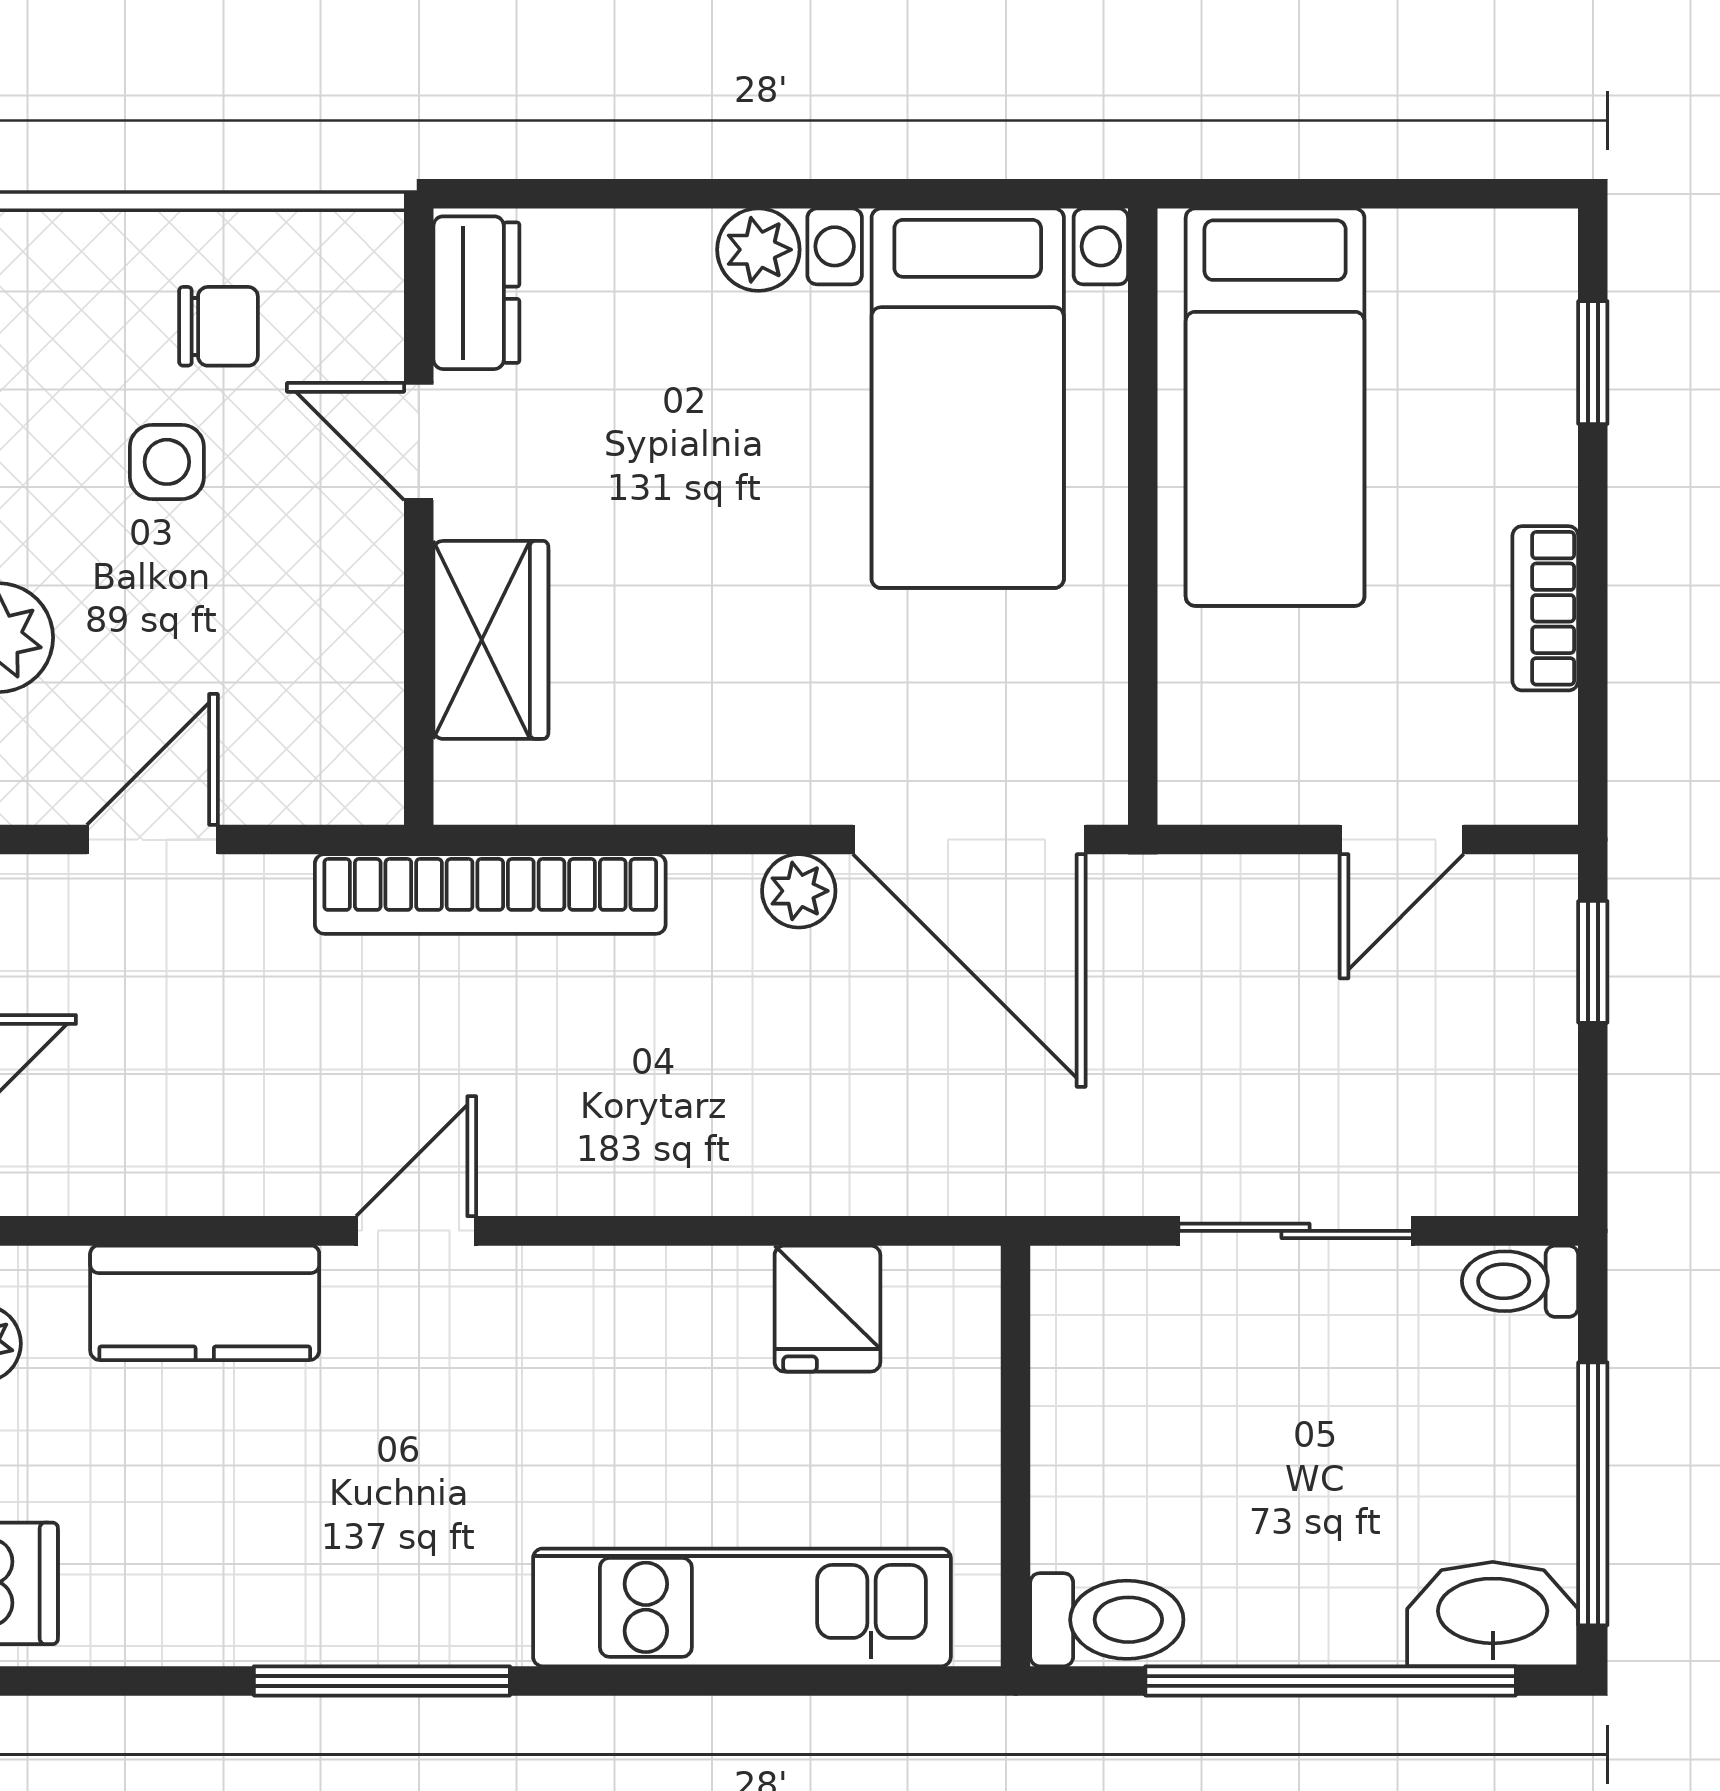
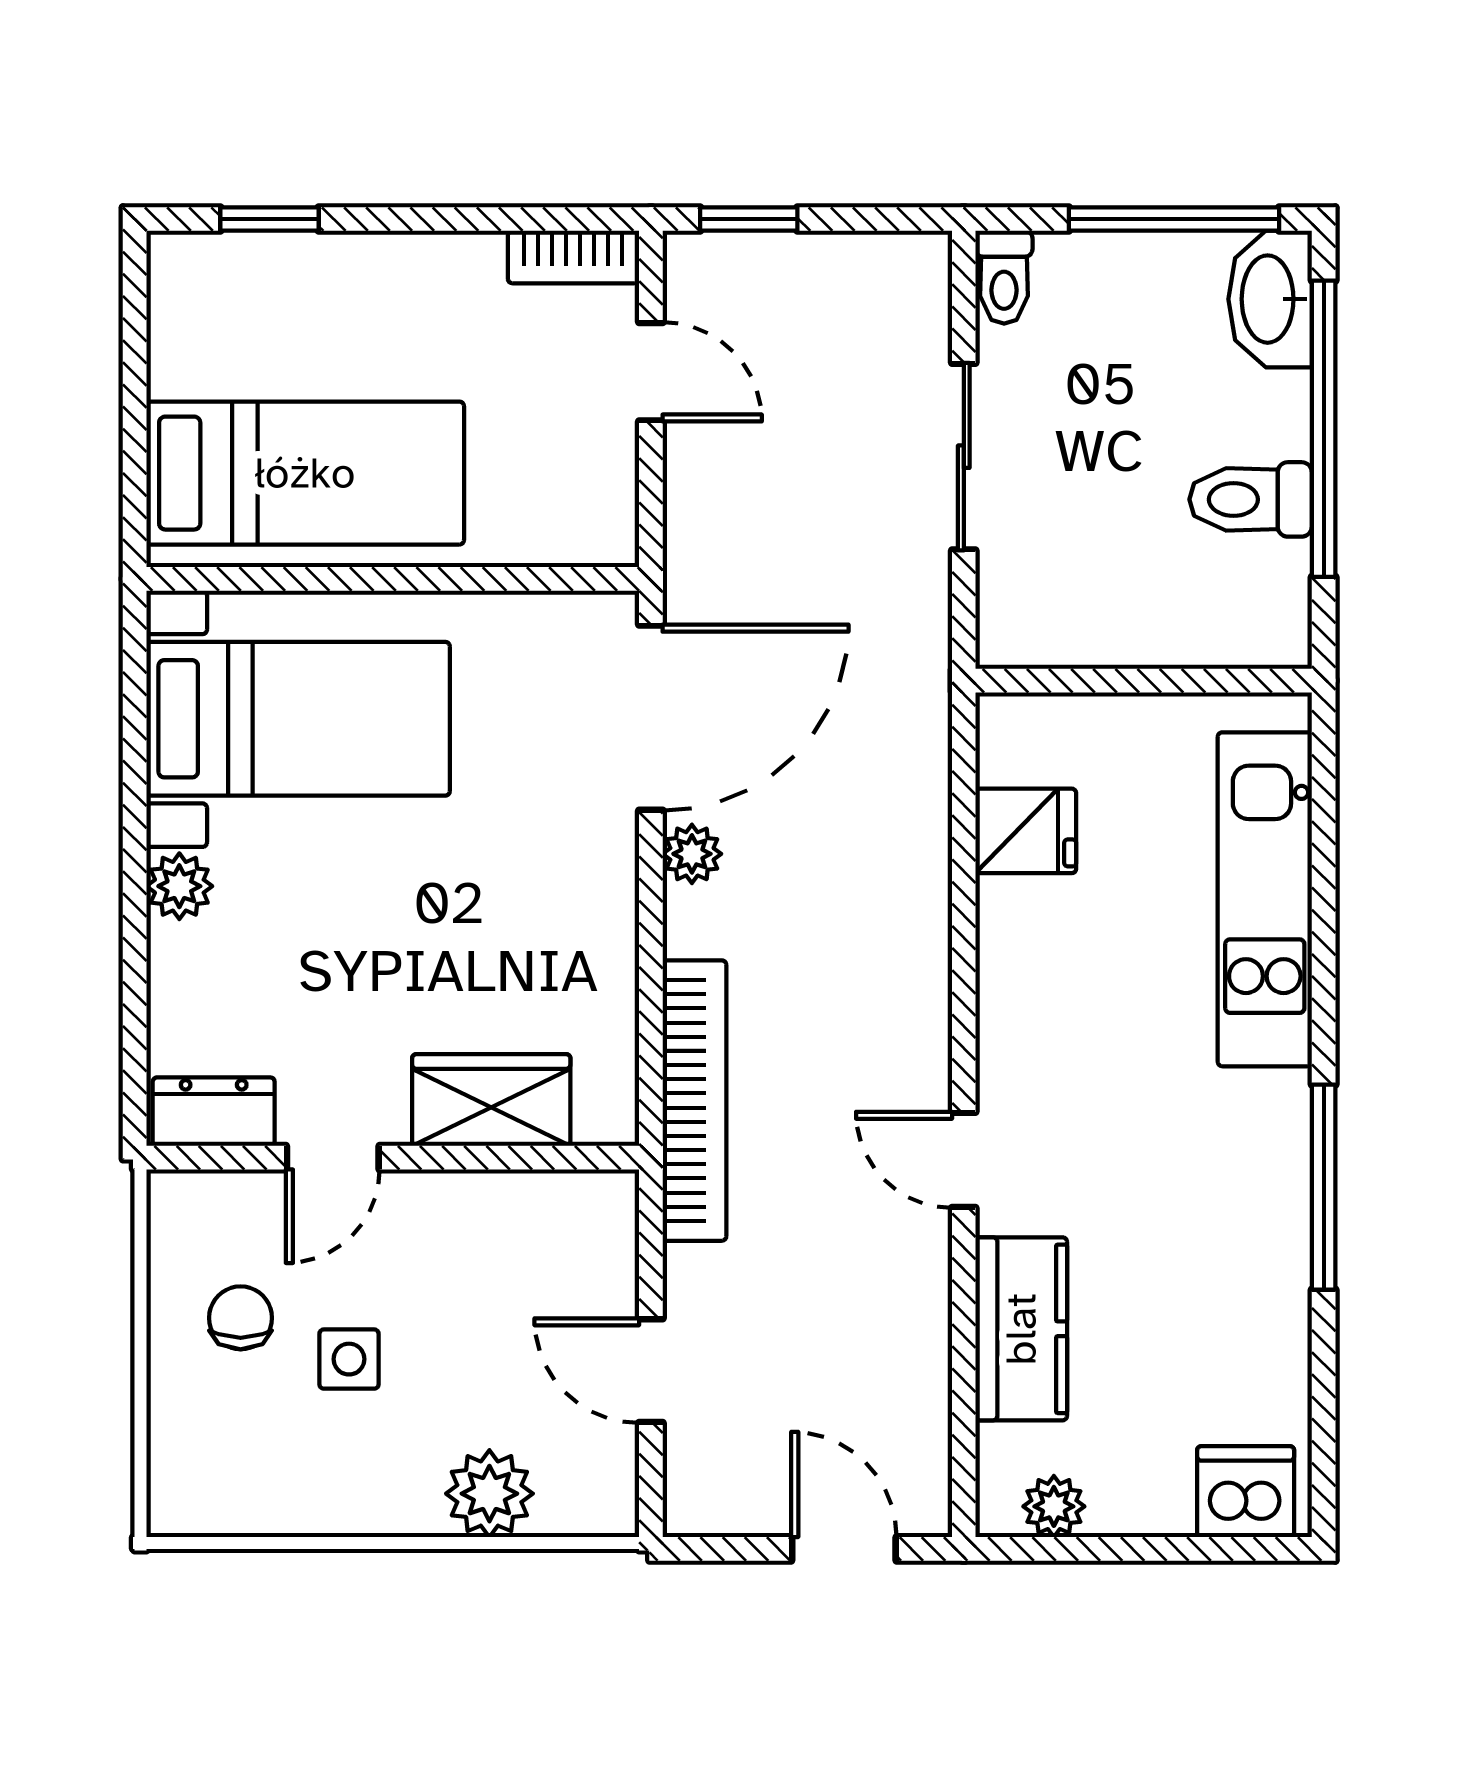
bookcase: (1545, 608) -> (573, 257), moved
toilet: (1107, 1620) -> (1251, 499), moved, turned -90

